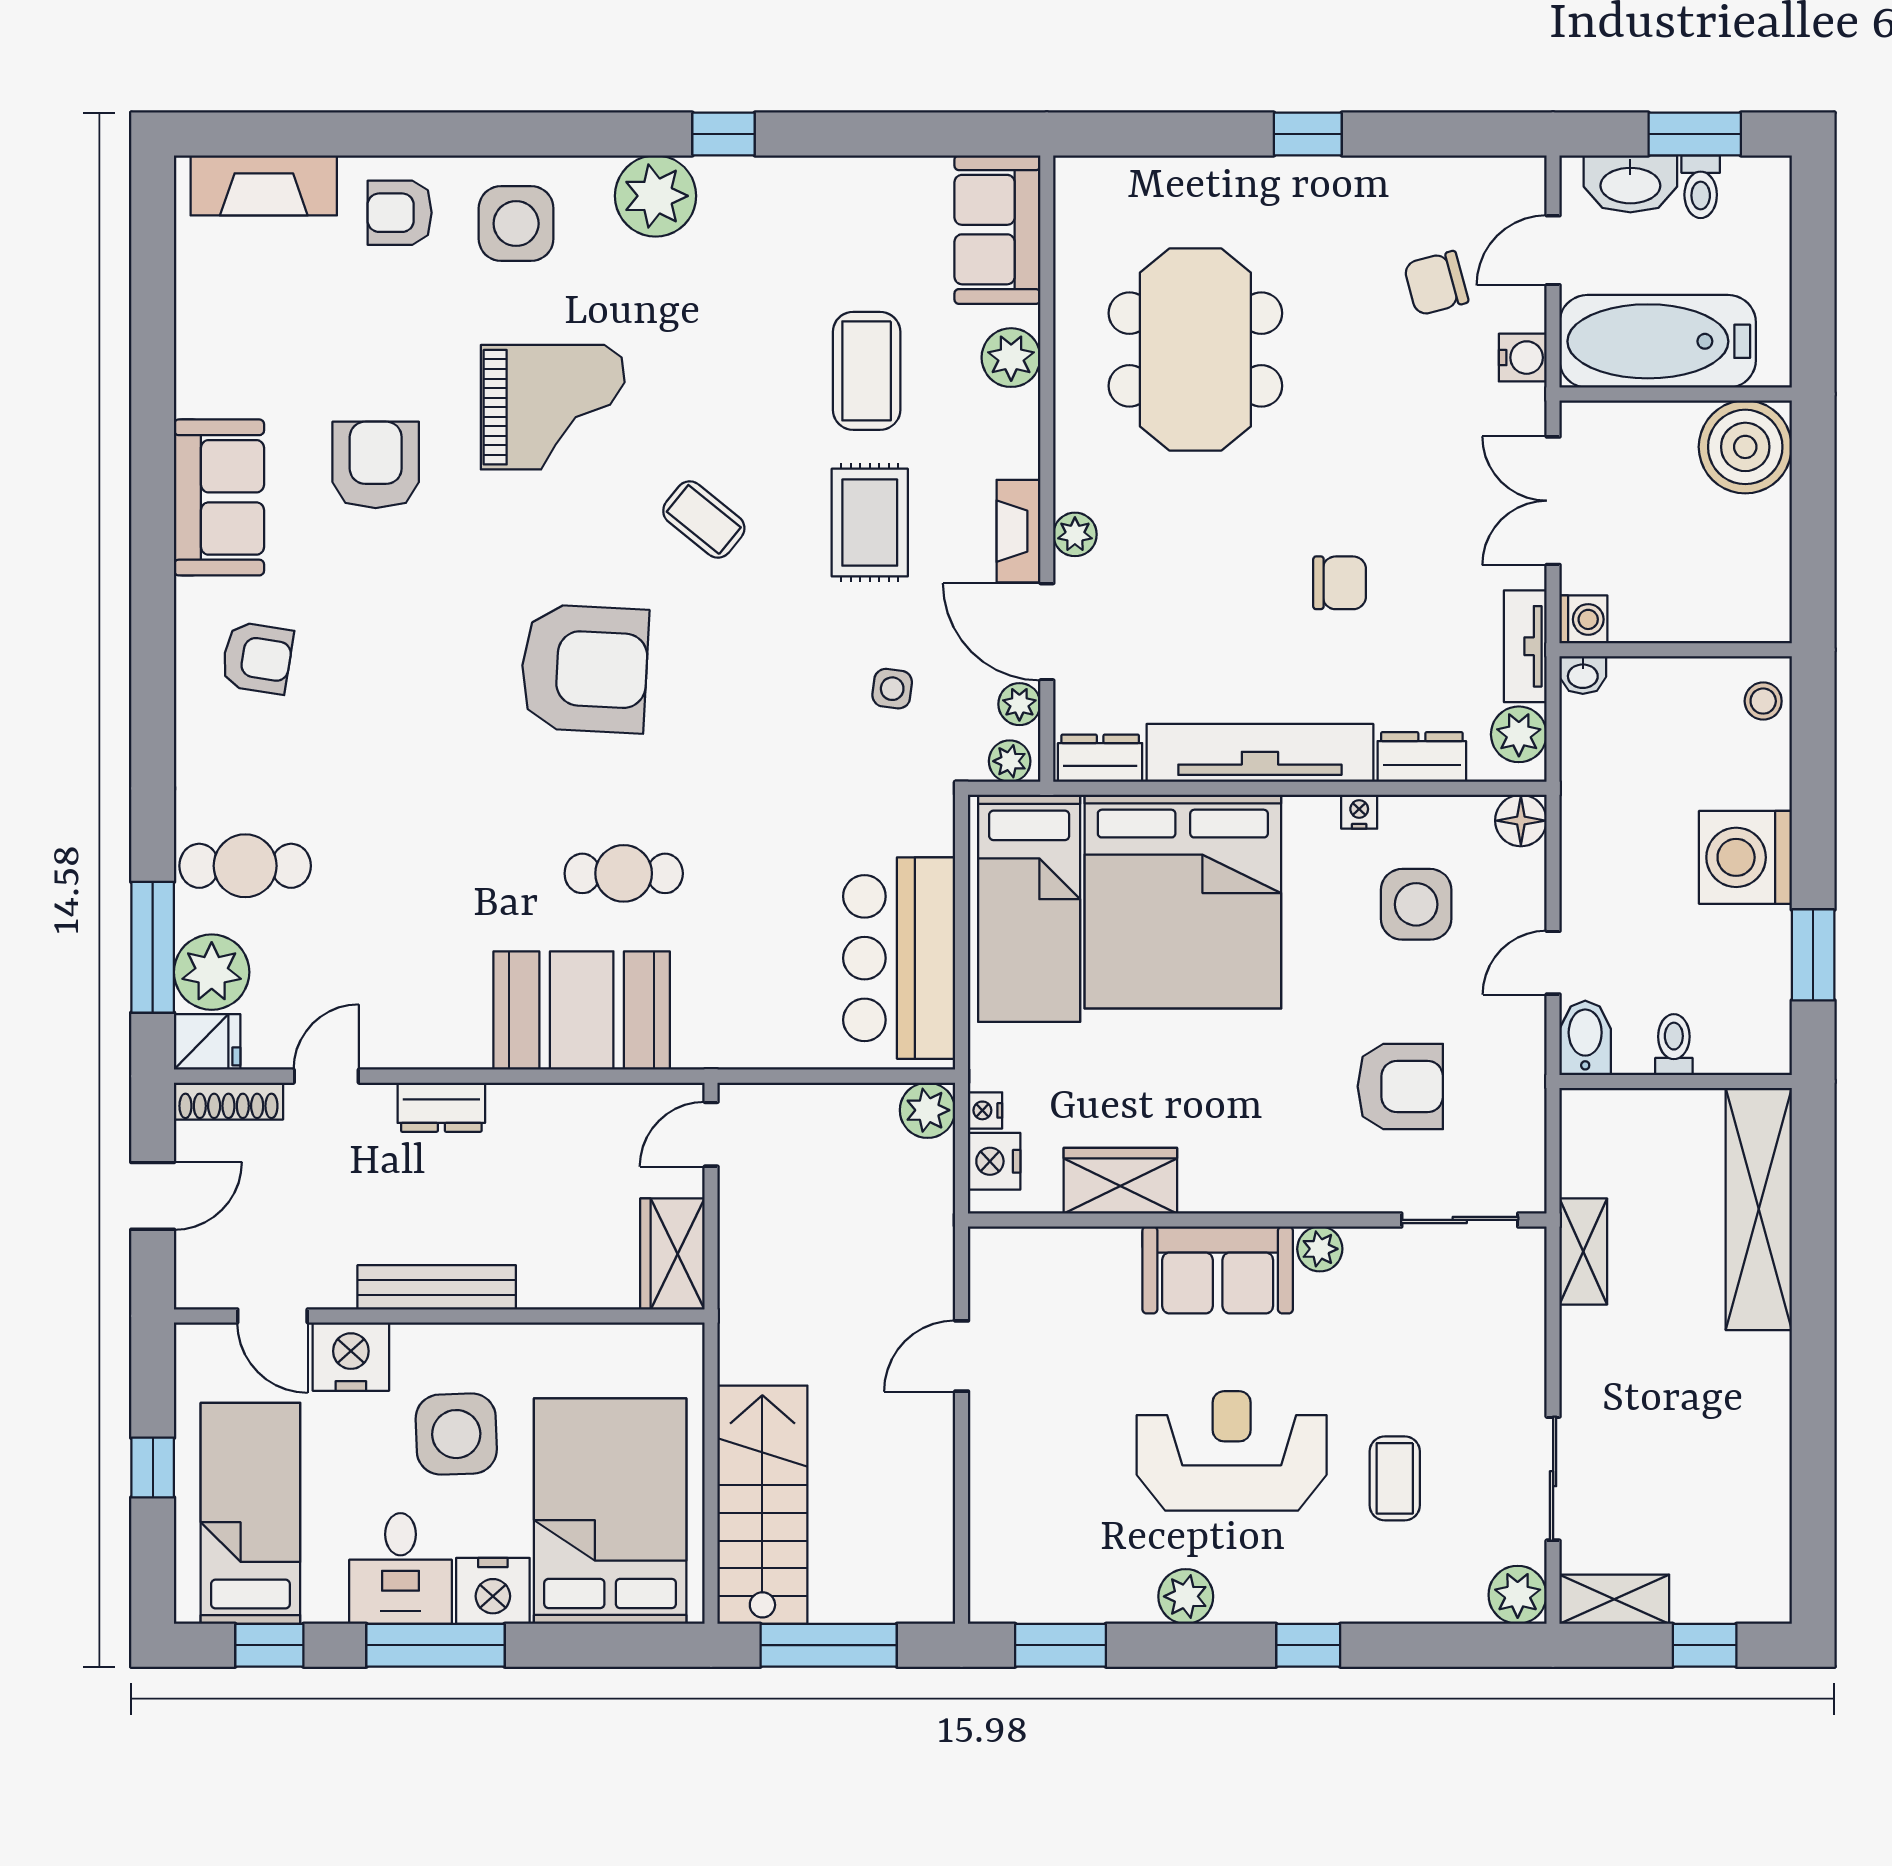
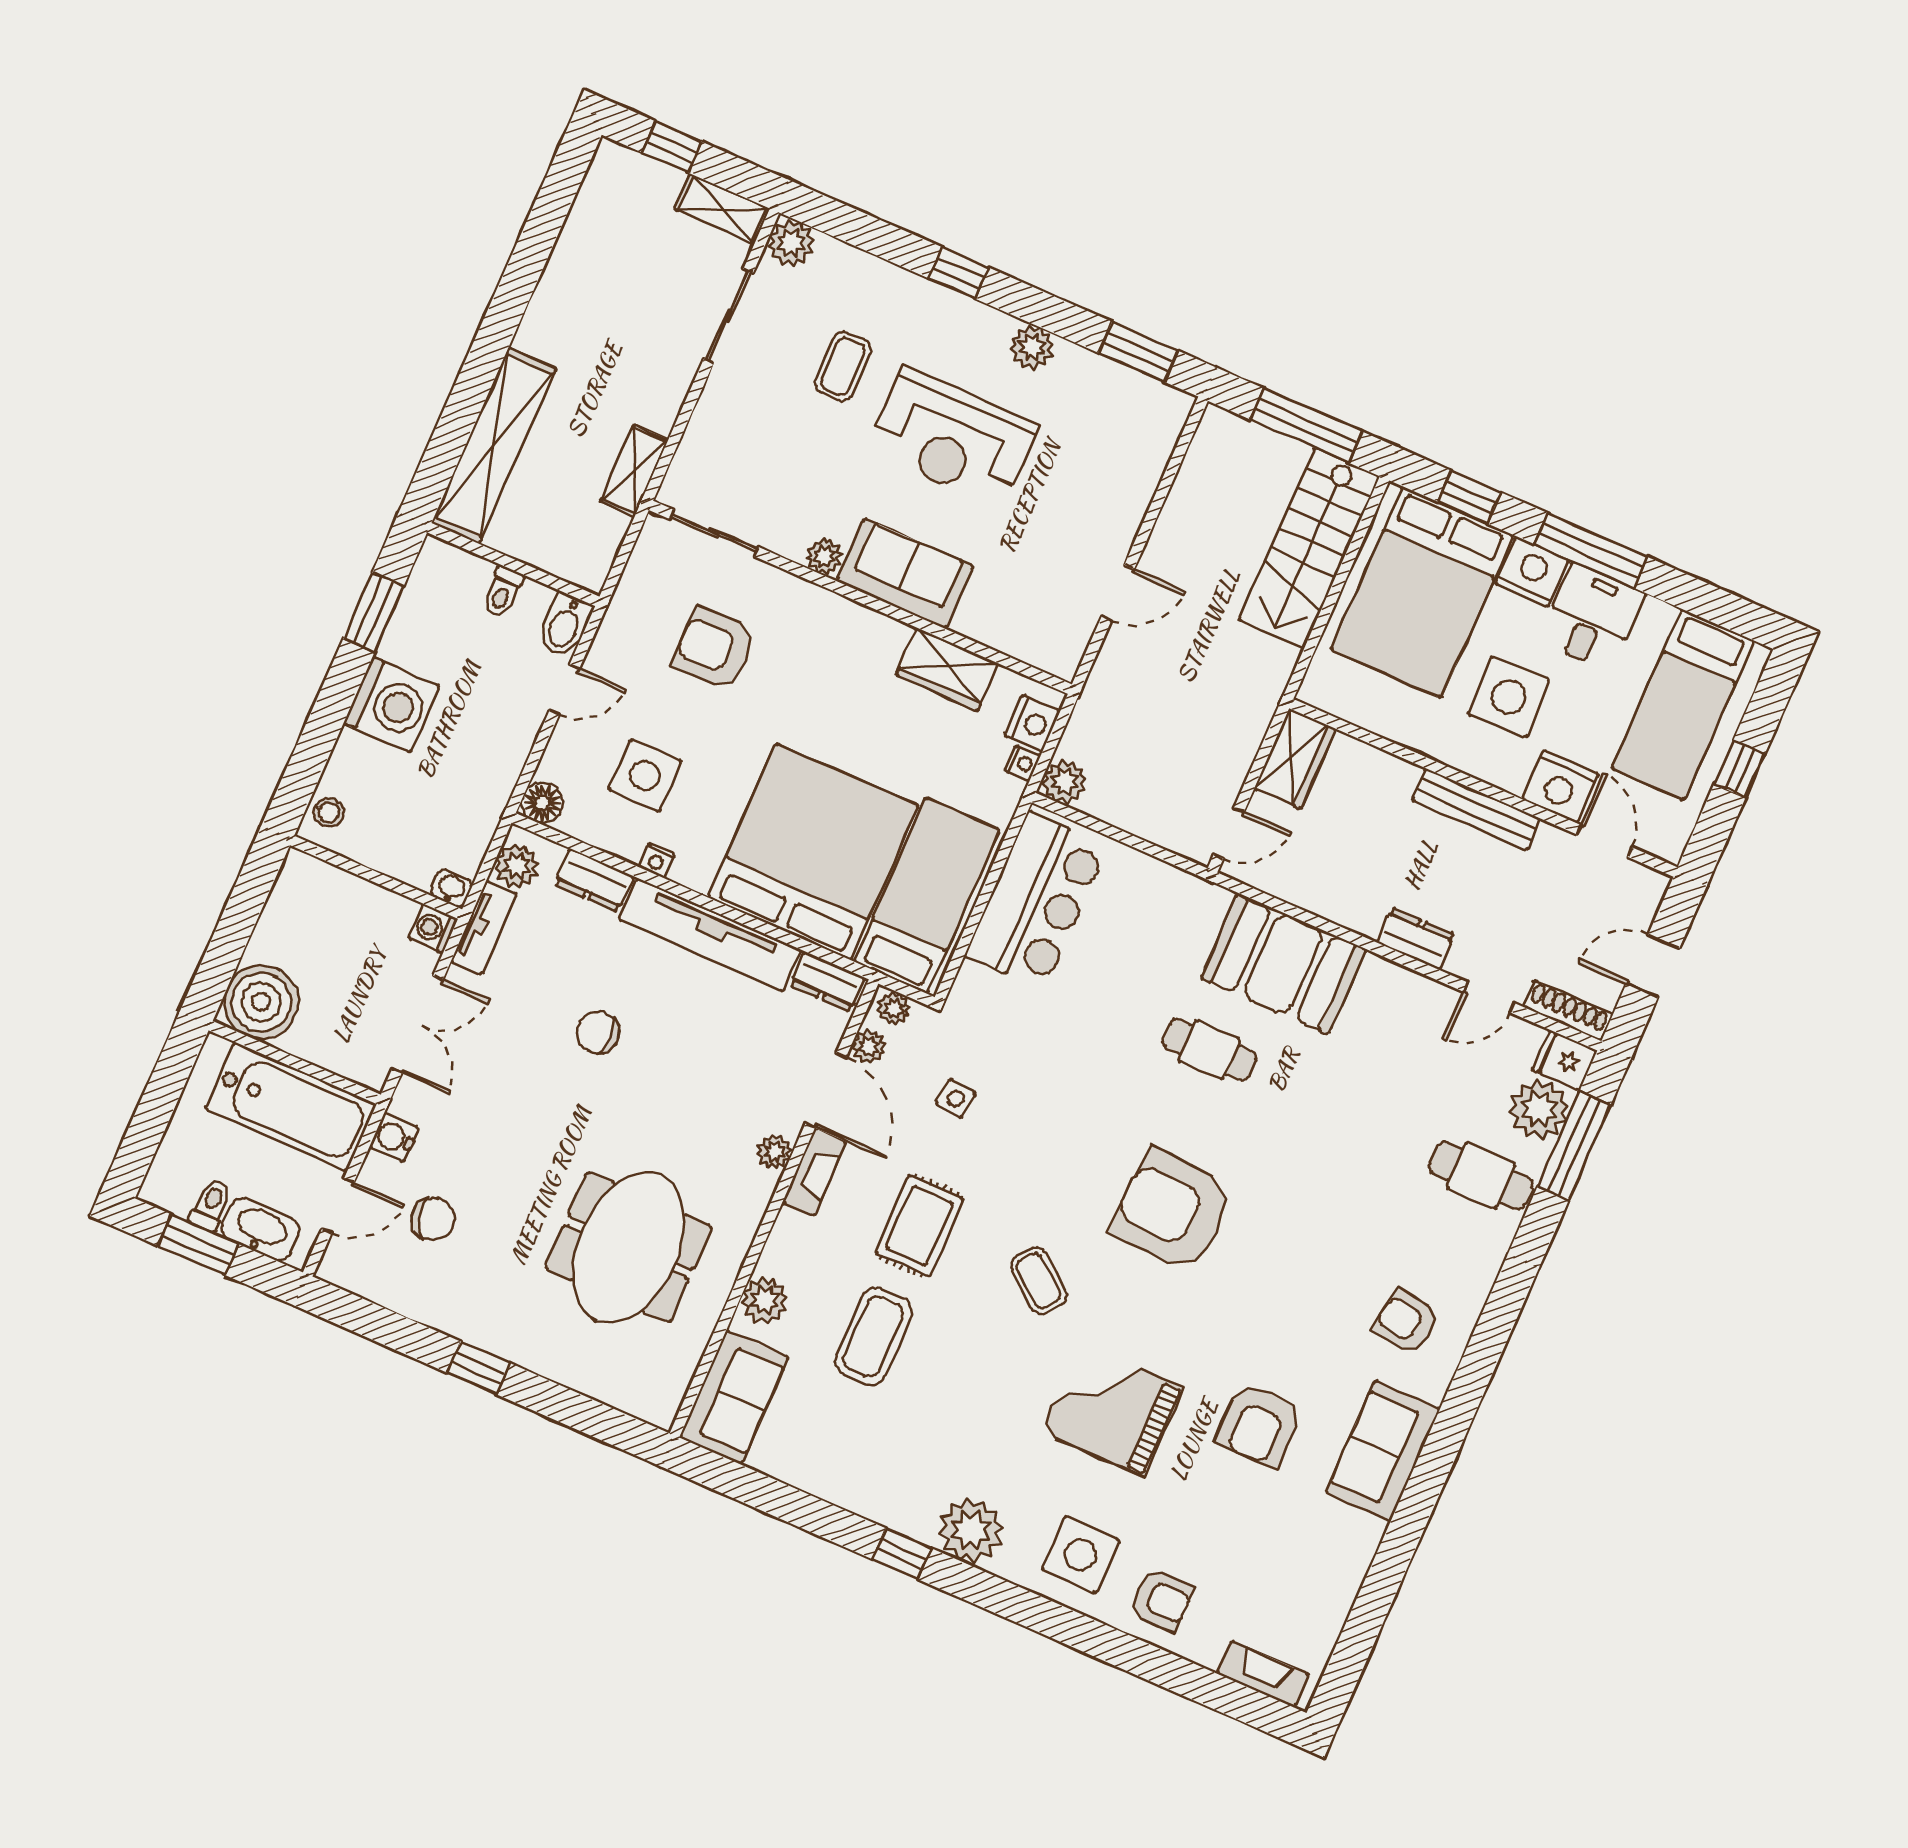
fireplace: (264, 185) -> (1263, 1674), width x0.73, depth x0.76
window: (269, 1645) -> (1469, 497), moved

